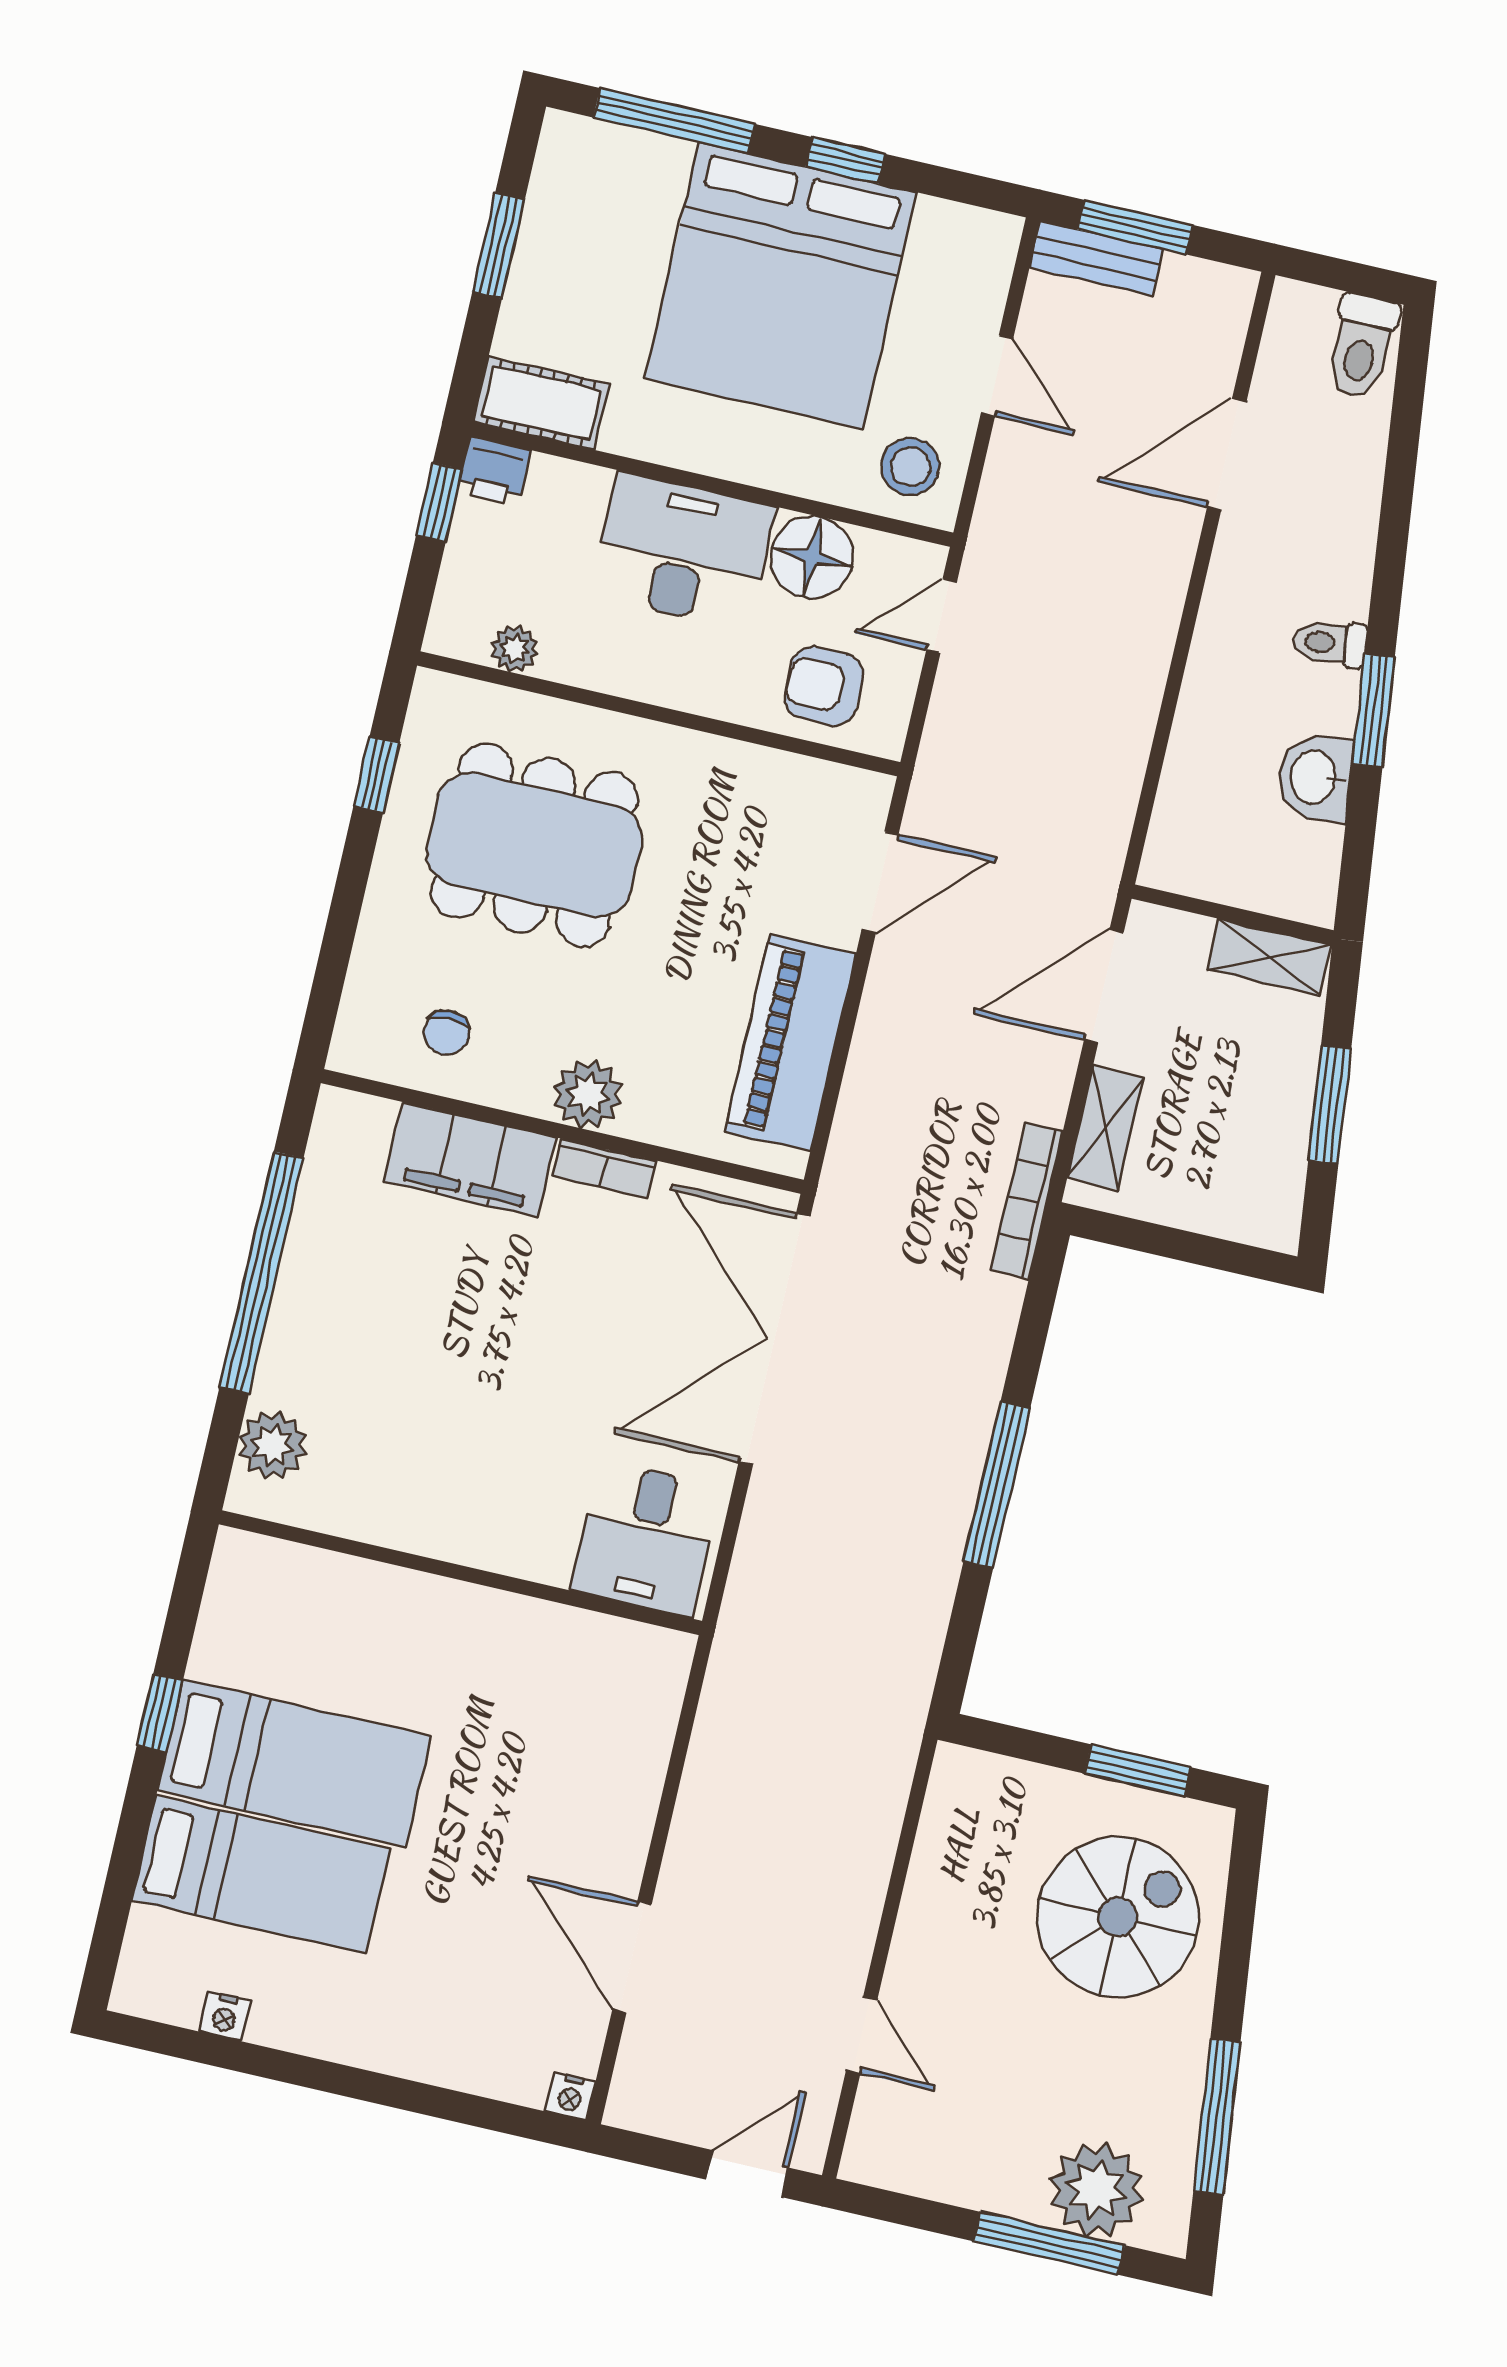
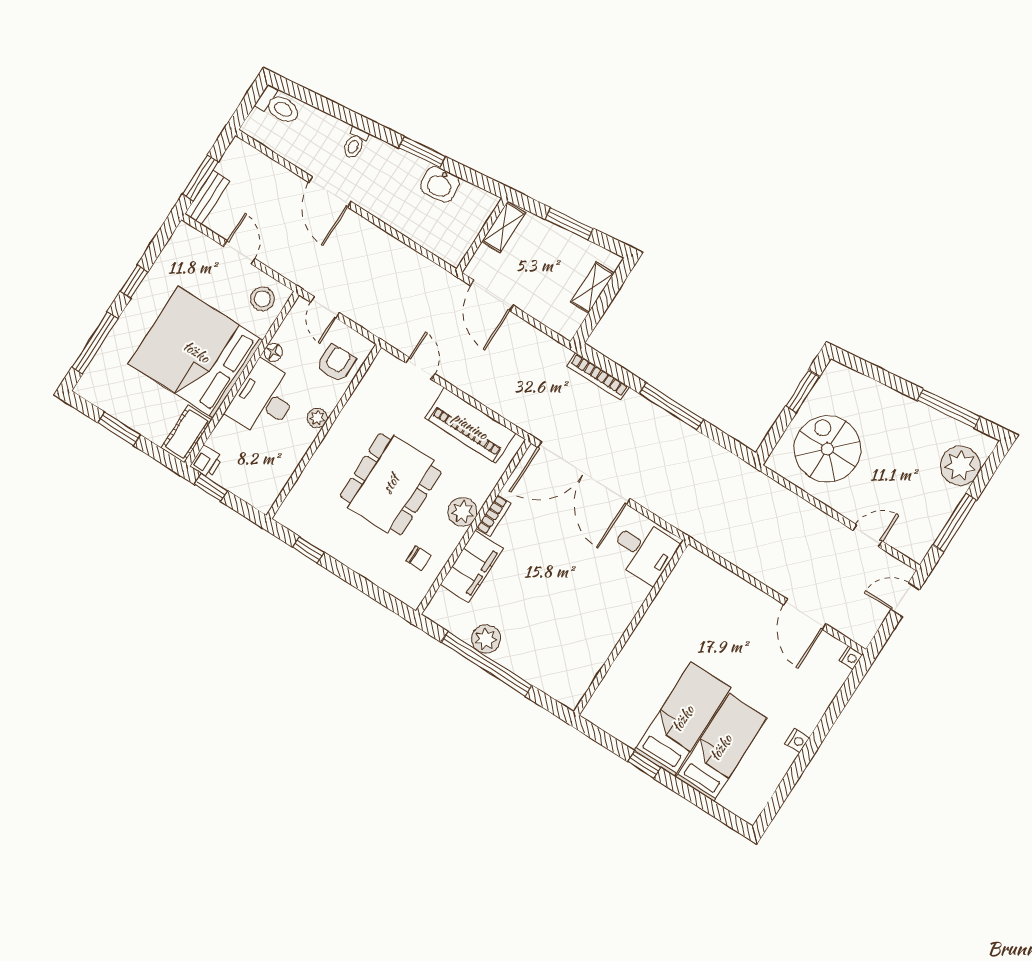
bed: (781, 286) -> (196, 352), moved, turned 180
door: (997, 376) -> (239, 253), hinge flipped
door: (1227, 454) -> (330, 192), moved
floor lamp: (812, 557) -> (273, 352), width x0.53, depth x0.53
toilet: (1330, 643) -> (355, 143), moved
plant: (515, 649) -> (317, 418), moved
armchair: (824, 686) -> (336, 363), turned 180
dining table: (534, 845) -> (391, 484), moved
door: (880, 882) -> (420, 368), width x0.73
shelving: (1105, 1128) -> (592, 288), moved, turned 90
bookcase: (1027, 1201) -> (598, 377), moved
plant: (272, 1445) -> (486, 639), moved
spiral stairs: (1118, 1917) -> (827, 449), moved
door: (632, 1957) -> (805, 614), hinge flipped
nightstand: (225, 2016) -> (797, 741), moved
door: (747, 2174) -> (905, 599), hinge flipped
window: (1049, 2243) -> (955, 523), moved

